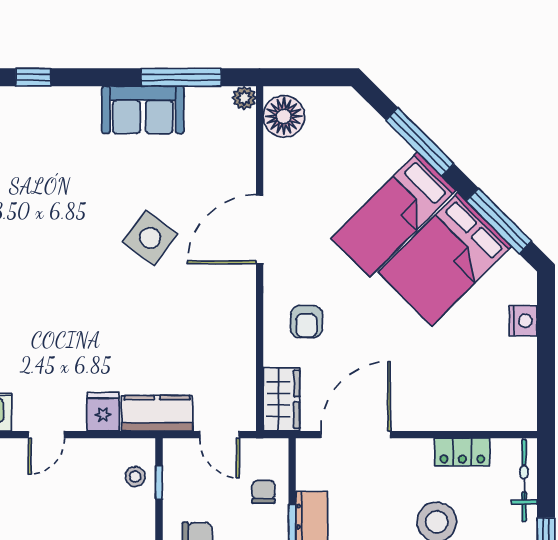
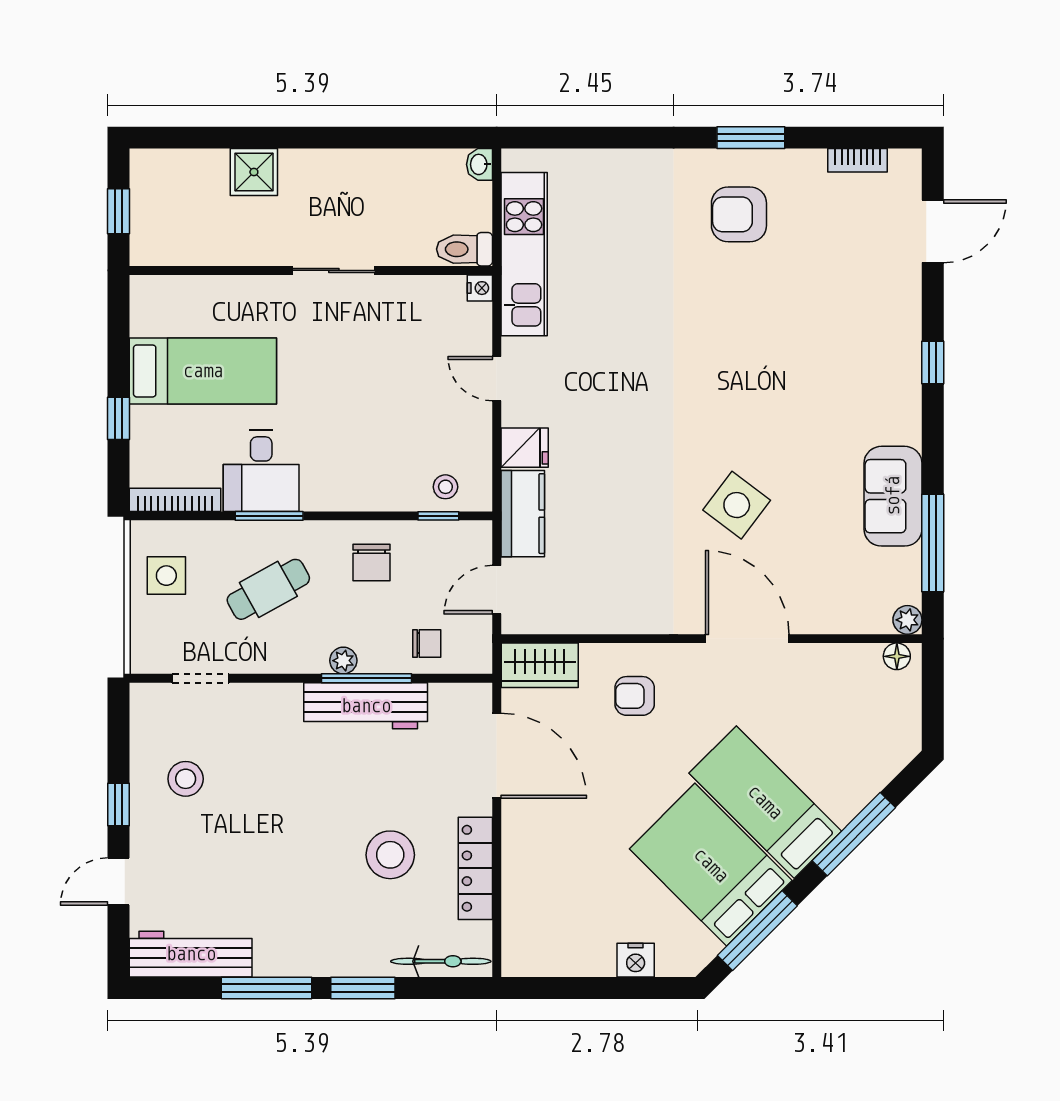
floor lamp: (284, 116) -> (897, 656), width x0.53, depth x0.53
locker: (462, 452) -> (475, 868), width x1.53

